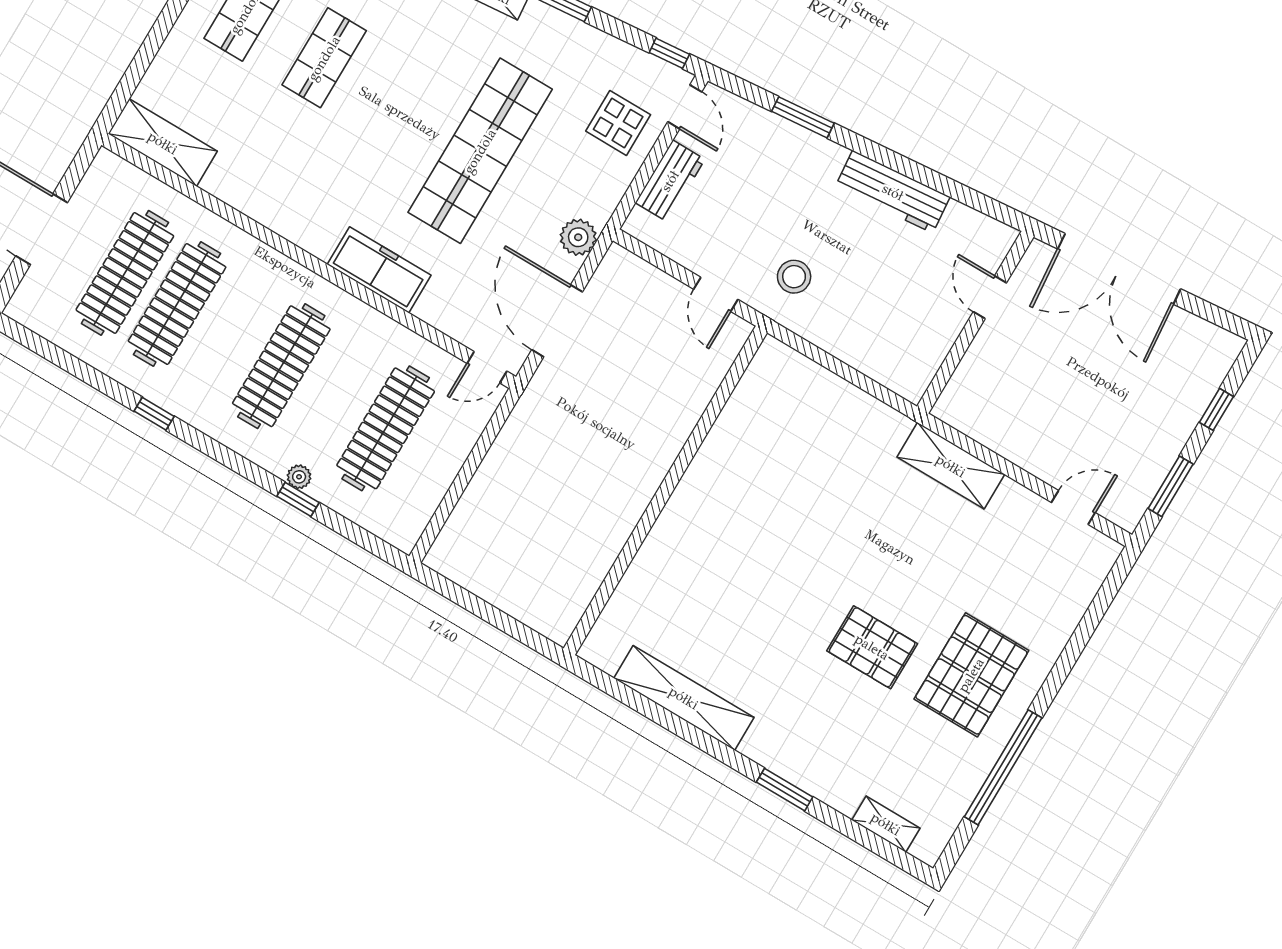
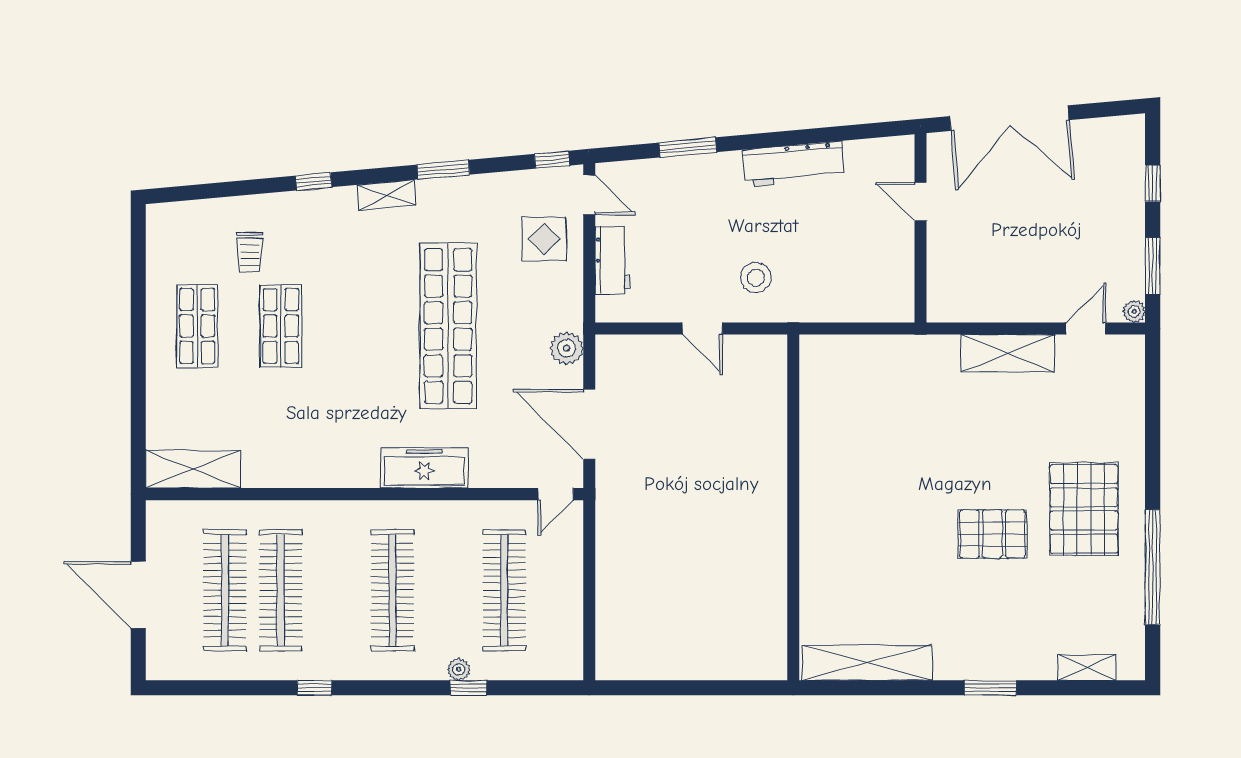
shelving: (951, 466) -> (1008, 353), moved
wall: (665, 490) -> (793, 507), moved
plant: (1128, 519) -> (1134, 311), added

